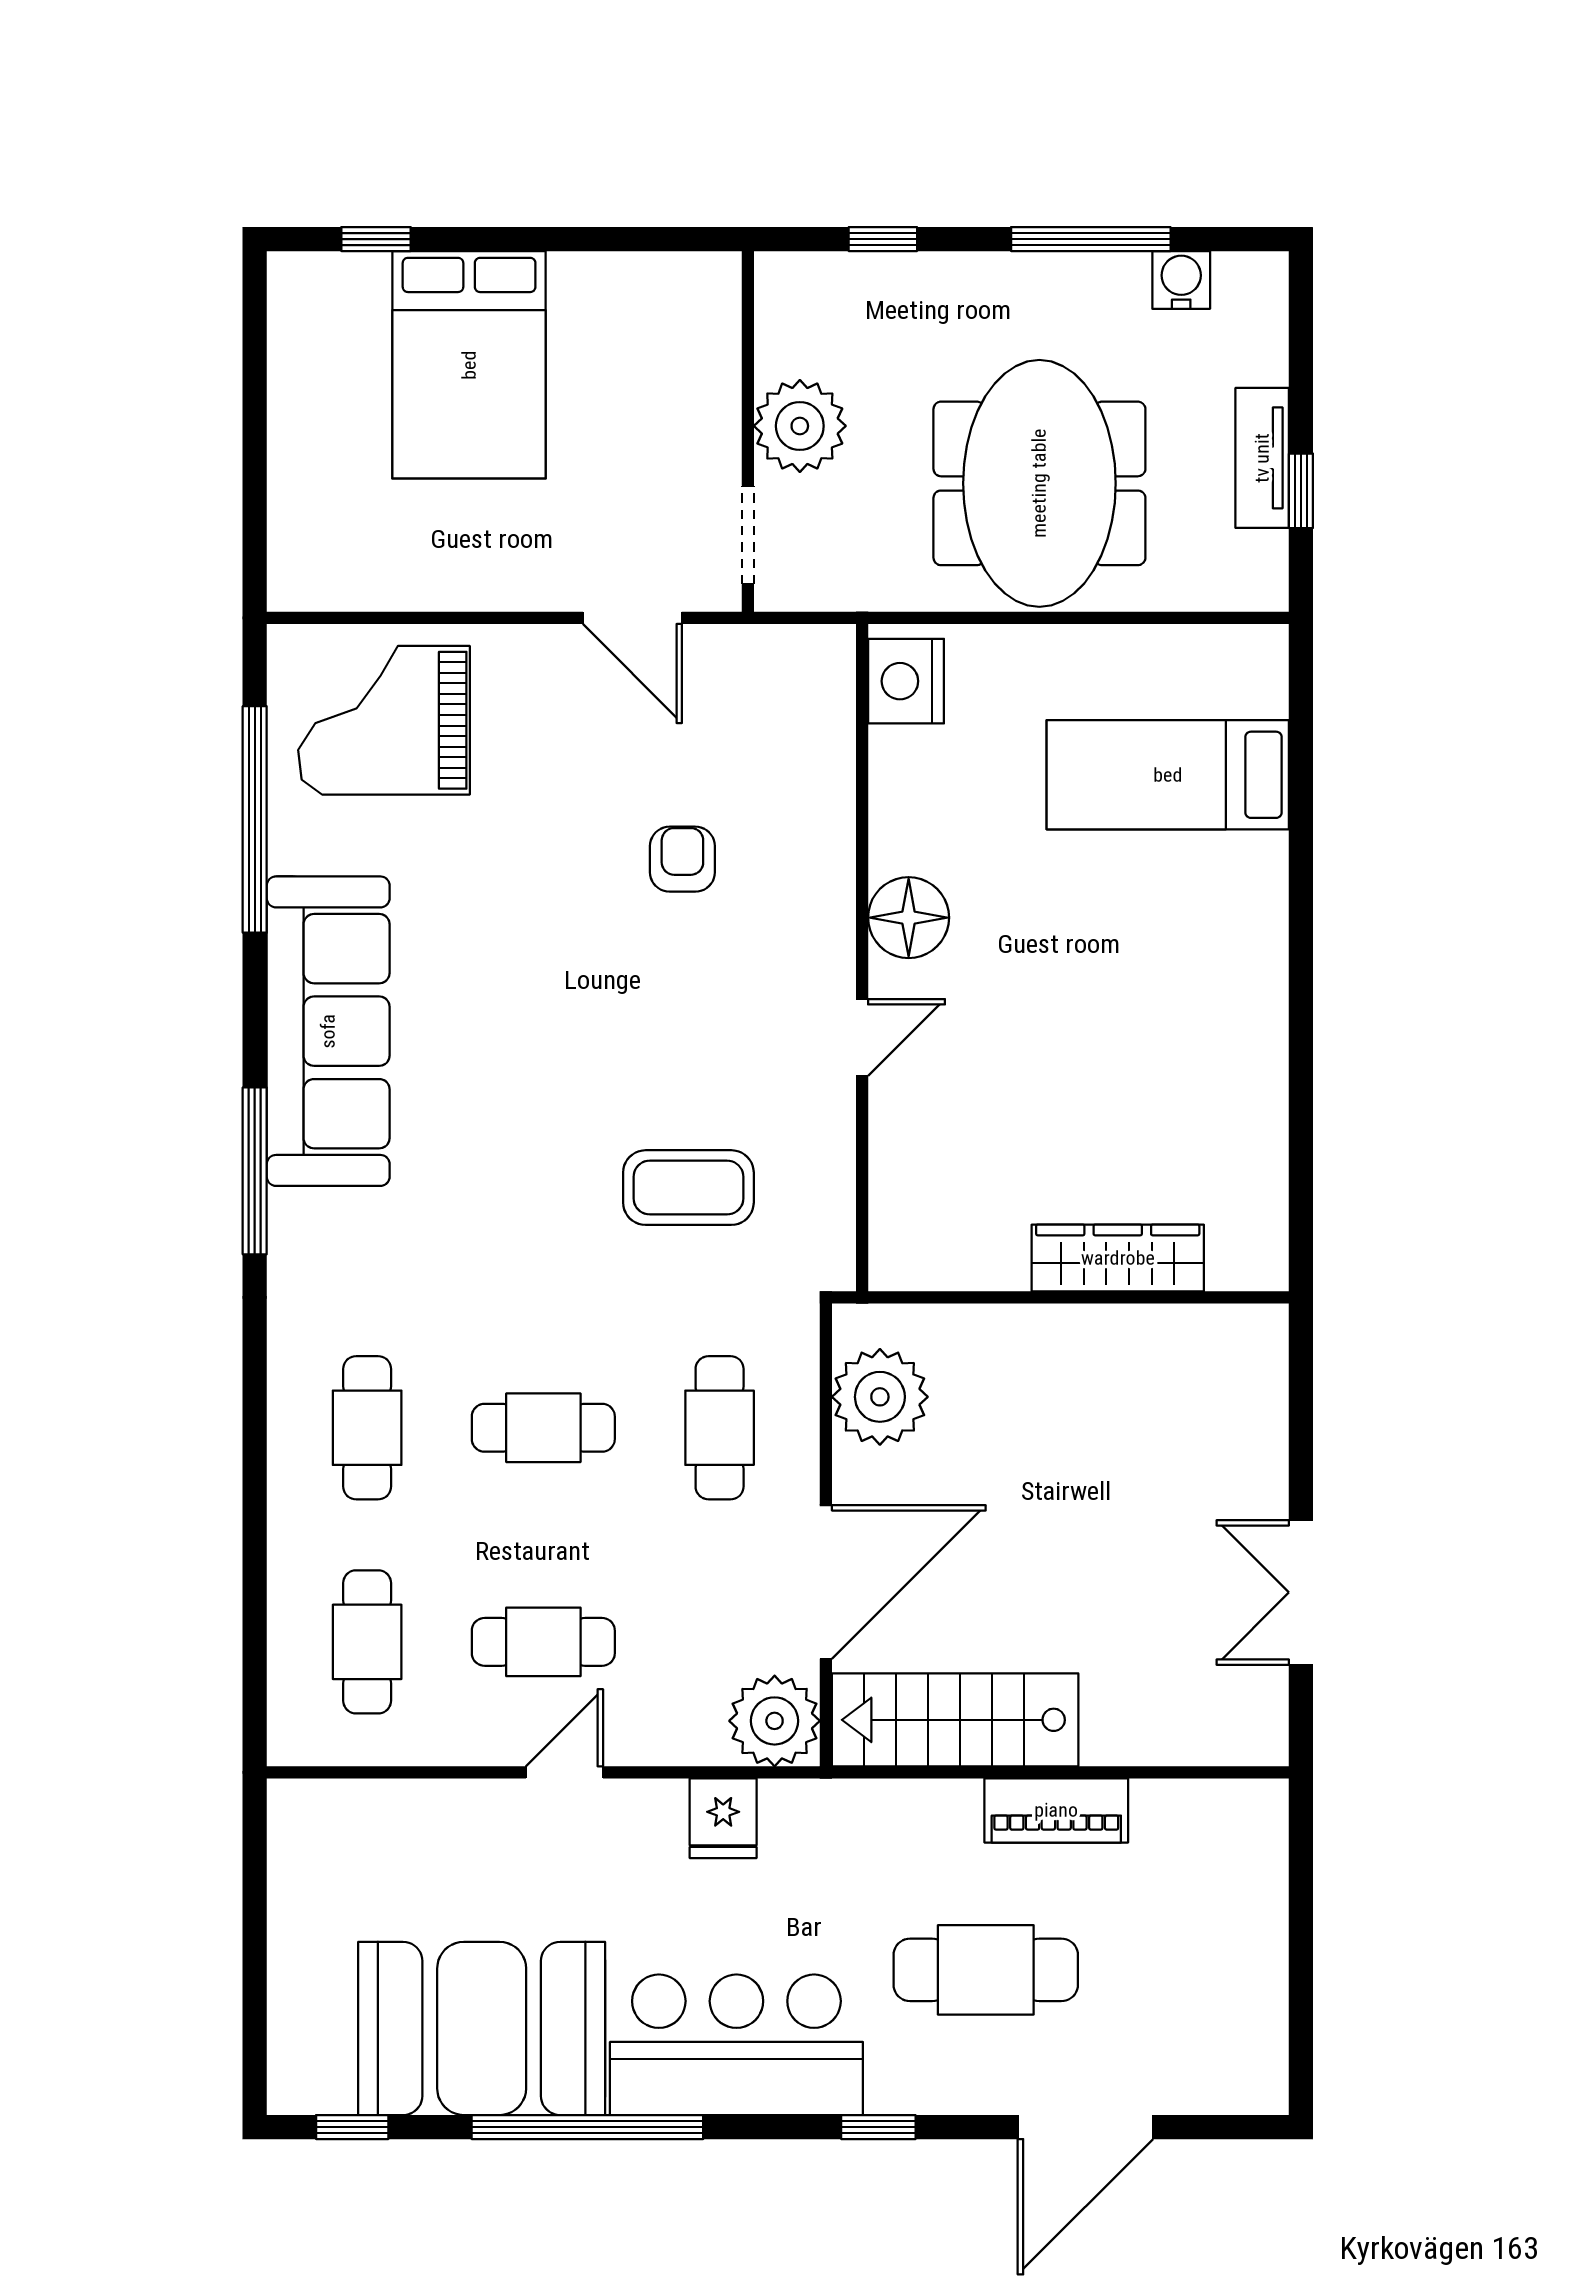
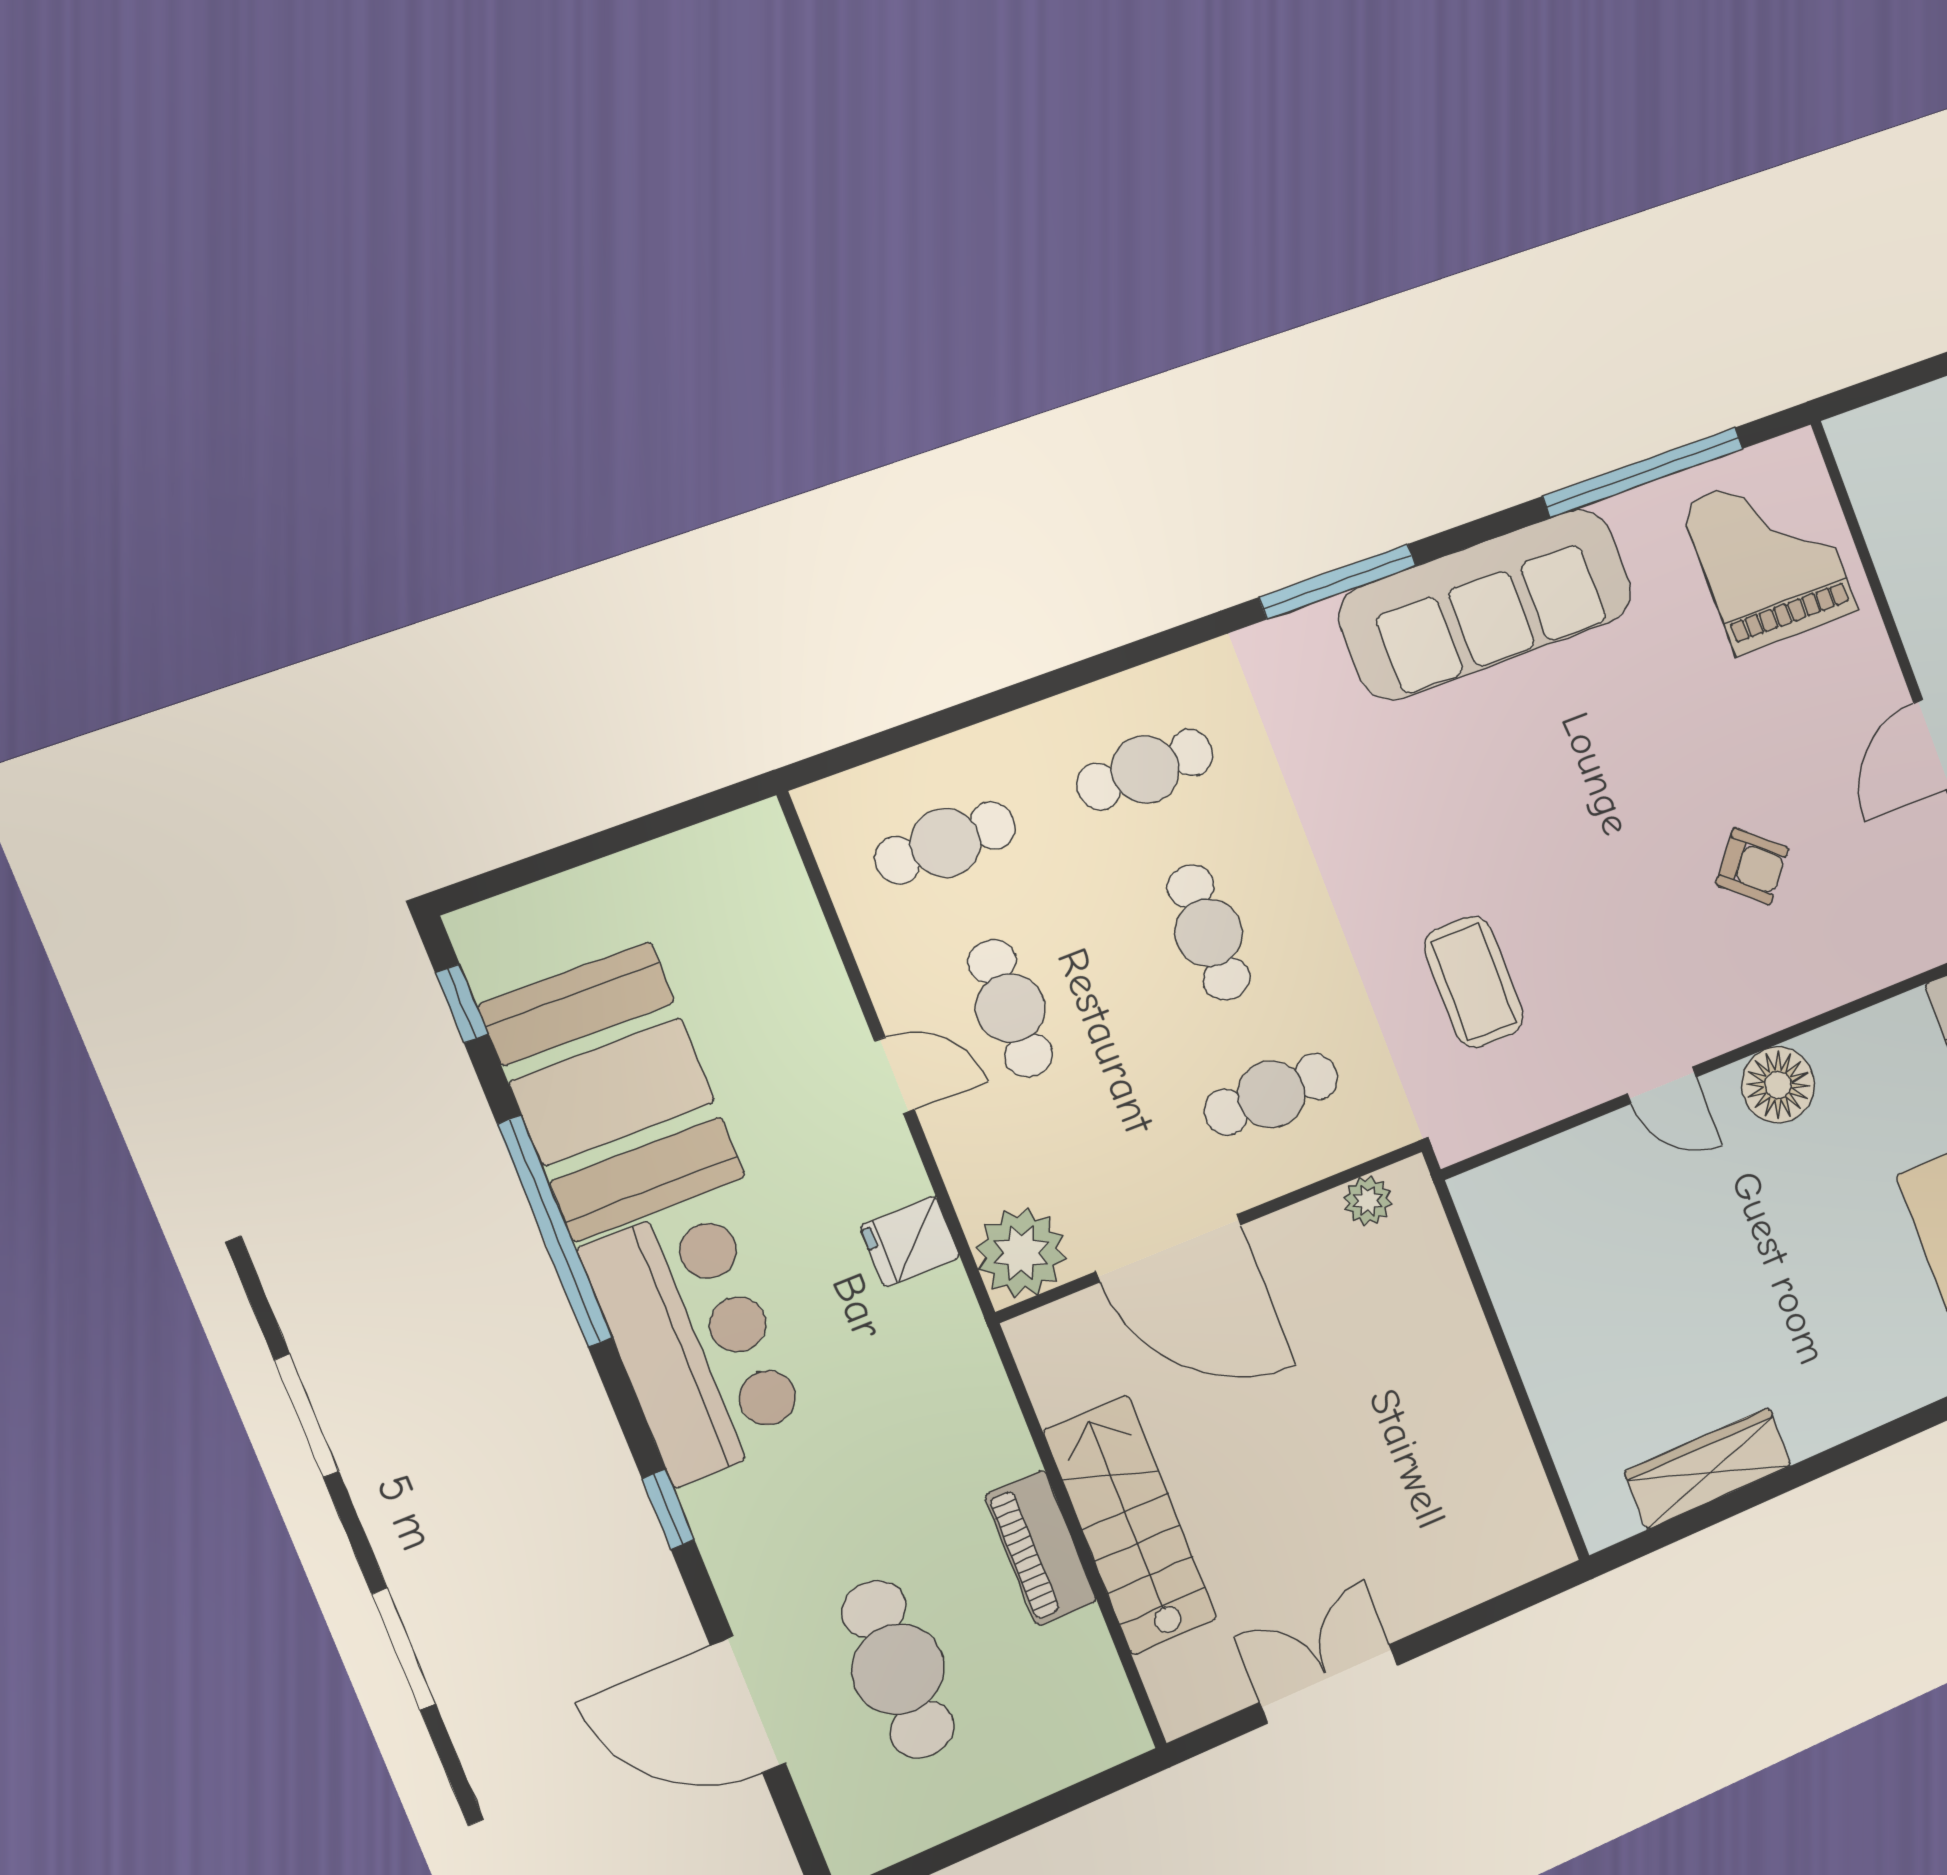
armchair: (682, 859) -> (1752, 866), turned 40
wardrobe: (1118, 1258) -> (1708, 1468), moved, turned -90
plant: (880, 1397) -> (1368, 1201), width x0.53, depth x0.53
stairs: (955, 1720) -> (1130, 1525), moved
cafe table: (986, 1970) -> (898, 1669), moved

